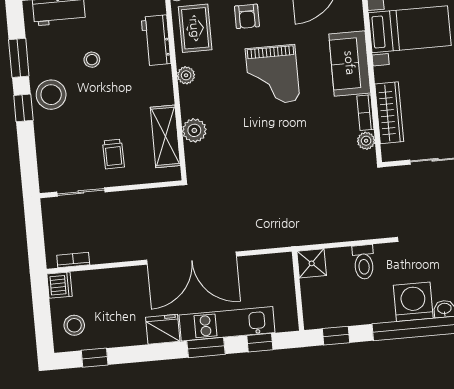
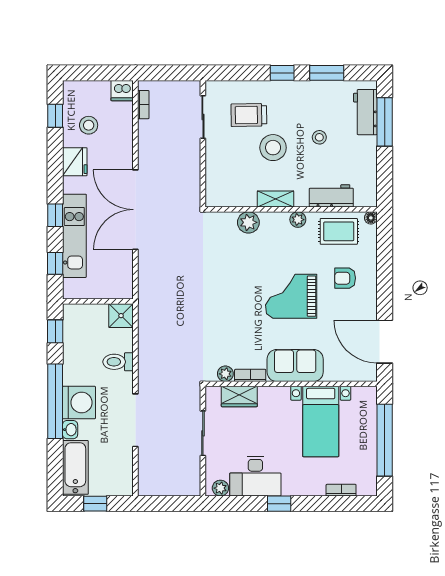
stool: (51, 95) -> (273, 148), moved
wardrobe: (389, 113) -> (239, 396), width x0.67
shelving: (165, 136) -> (276, 199), moved, width x0.67, depth x0.75
trolley: (113, 154) -> (249, 115), moved, width x1.36, depth x1.39
stool: (74, 325) -> (89, 125), moved
fridge: (163, 329) -> (75, 162), moved
window: (206, 347) -> (55, 215), width x0.67

